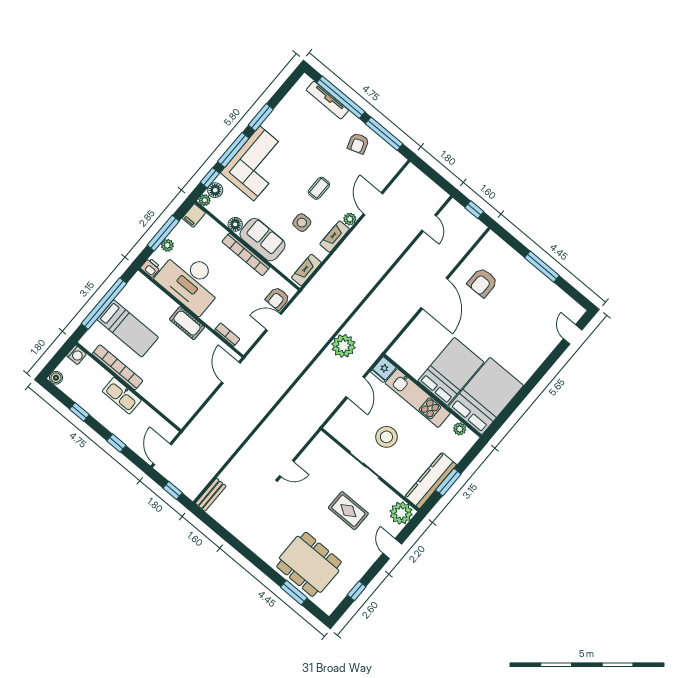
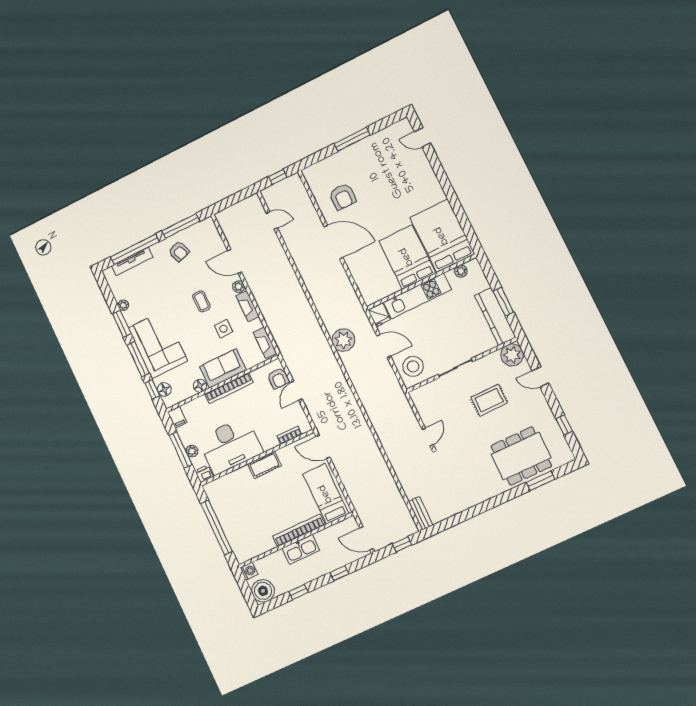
plant: (205, 200) -> (123, 305), moved
bed: (128, 328) -> (326, 494), moved, turned -90
bookcase: (117, 367) -> (299, 530), moved
boiler: (56, 378) -> (263, 591), width x1.86, depth x1.86
stool: (386, 437) -> (413, 366), moved

